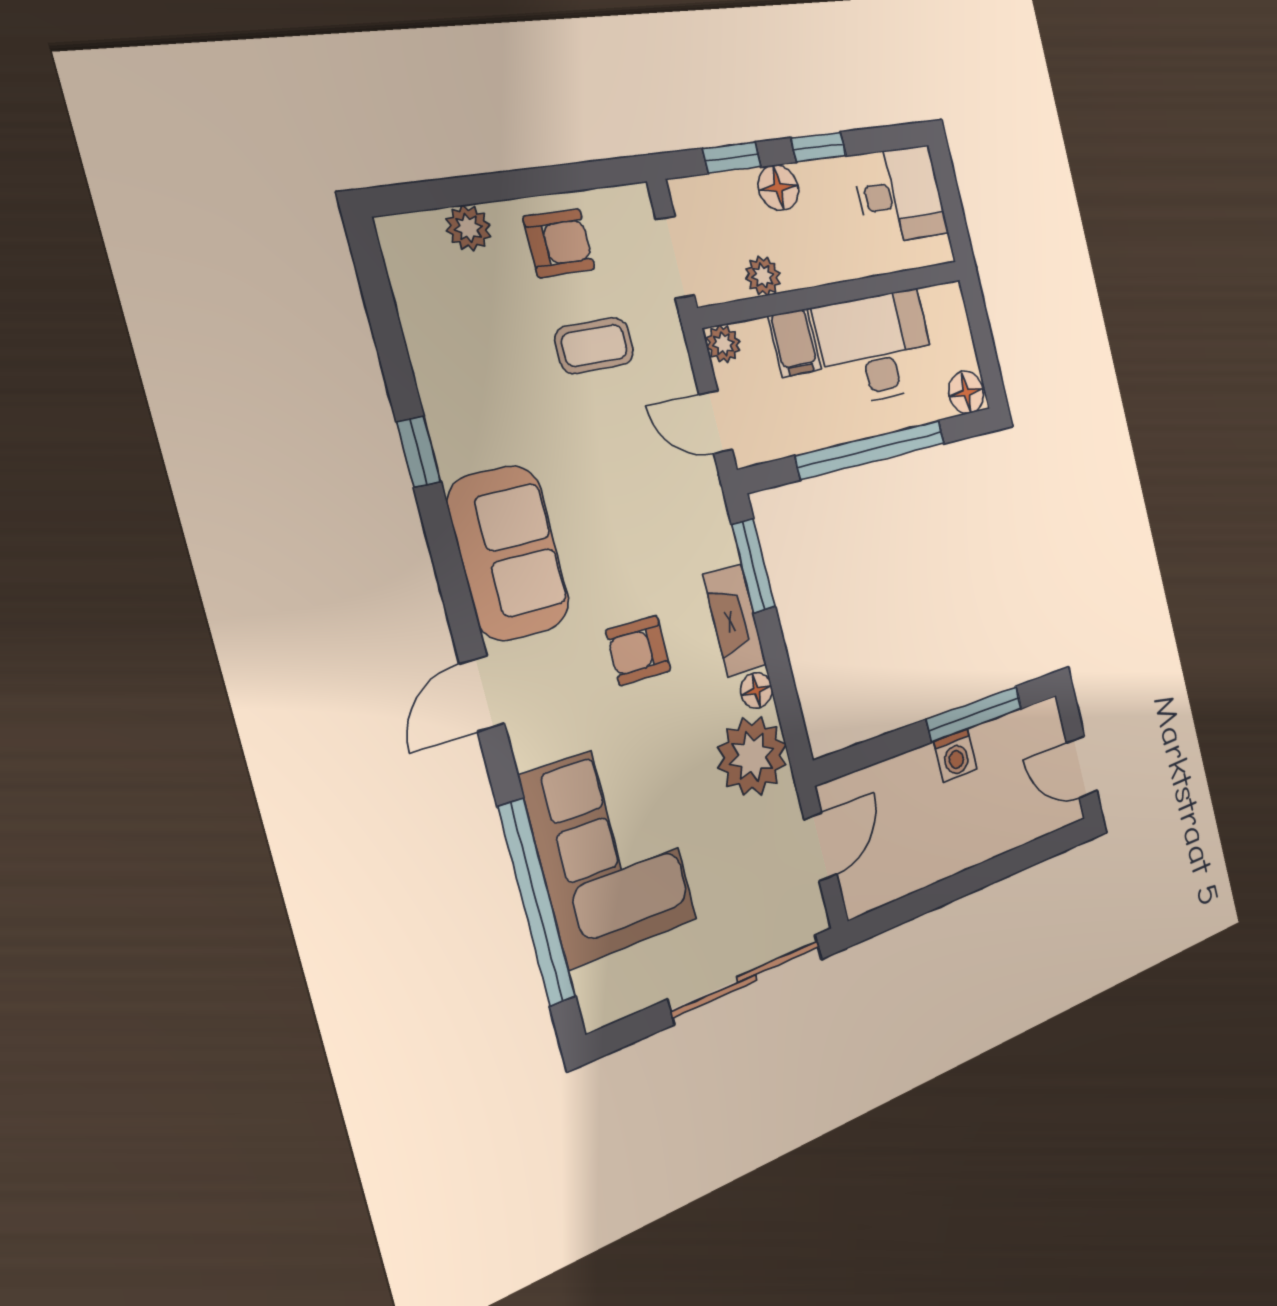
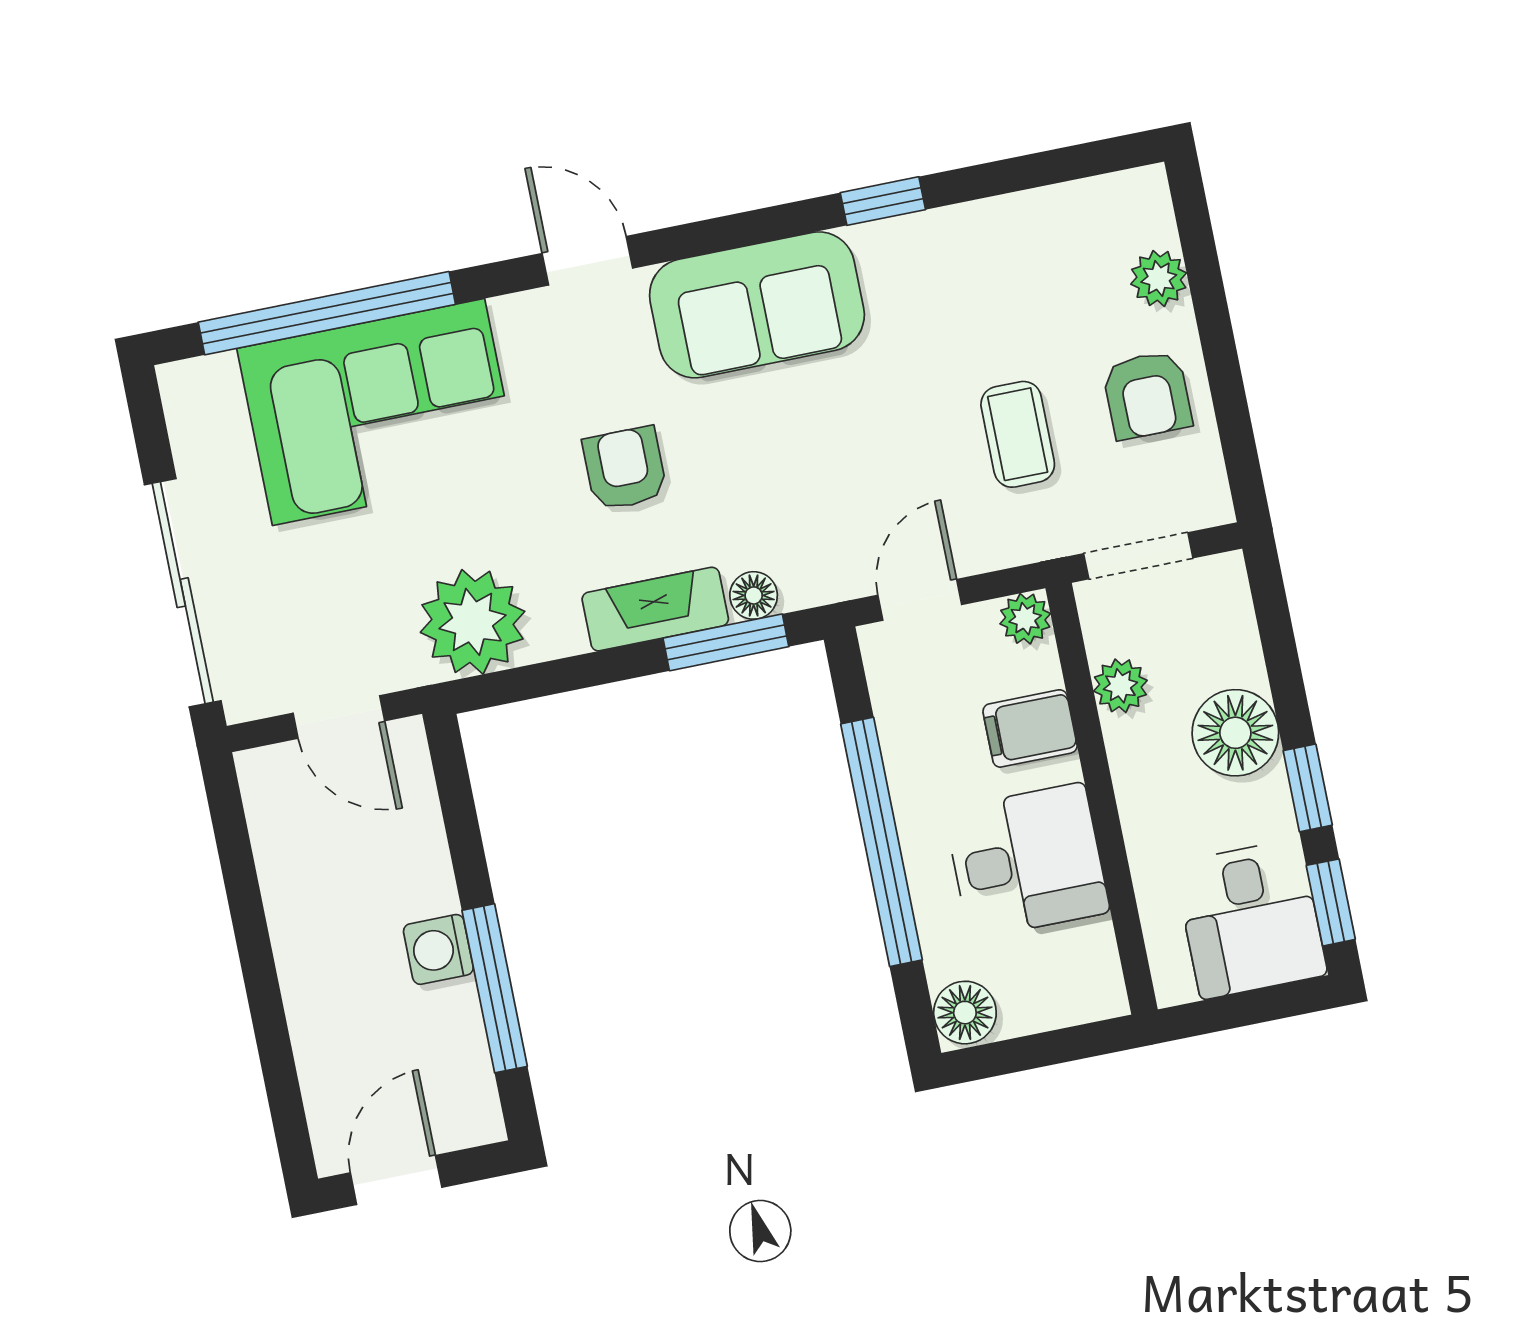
window: (732, 158) -> (1331, 902), moved
floor lamp: (778, 188) -> (1235, 733), width x1.38, depth x1.38
desk: (876, 348) -> (1027, 861), width x0.73
floor lamp: (756, 690) -> (754, 595), moved

